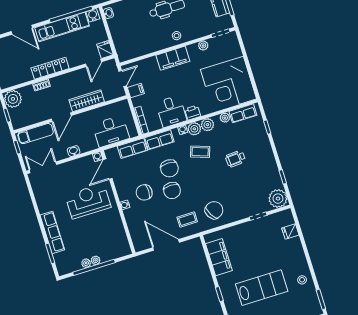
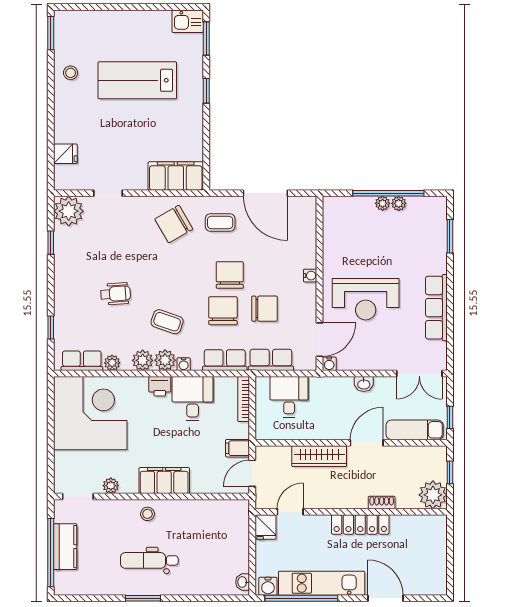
desk: (111, 131) -> (289, 397), width x0.73
chair: (144, 192) -> (265, 309), moved
row of seats: (52, 232) -> (436, 308), moved
filing cabinet: (219, 257) -> (176, 176), moved, turned 90

